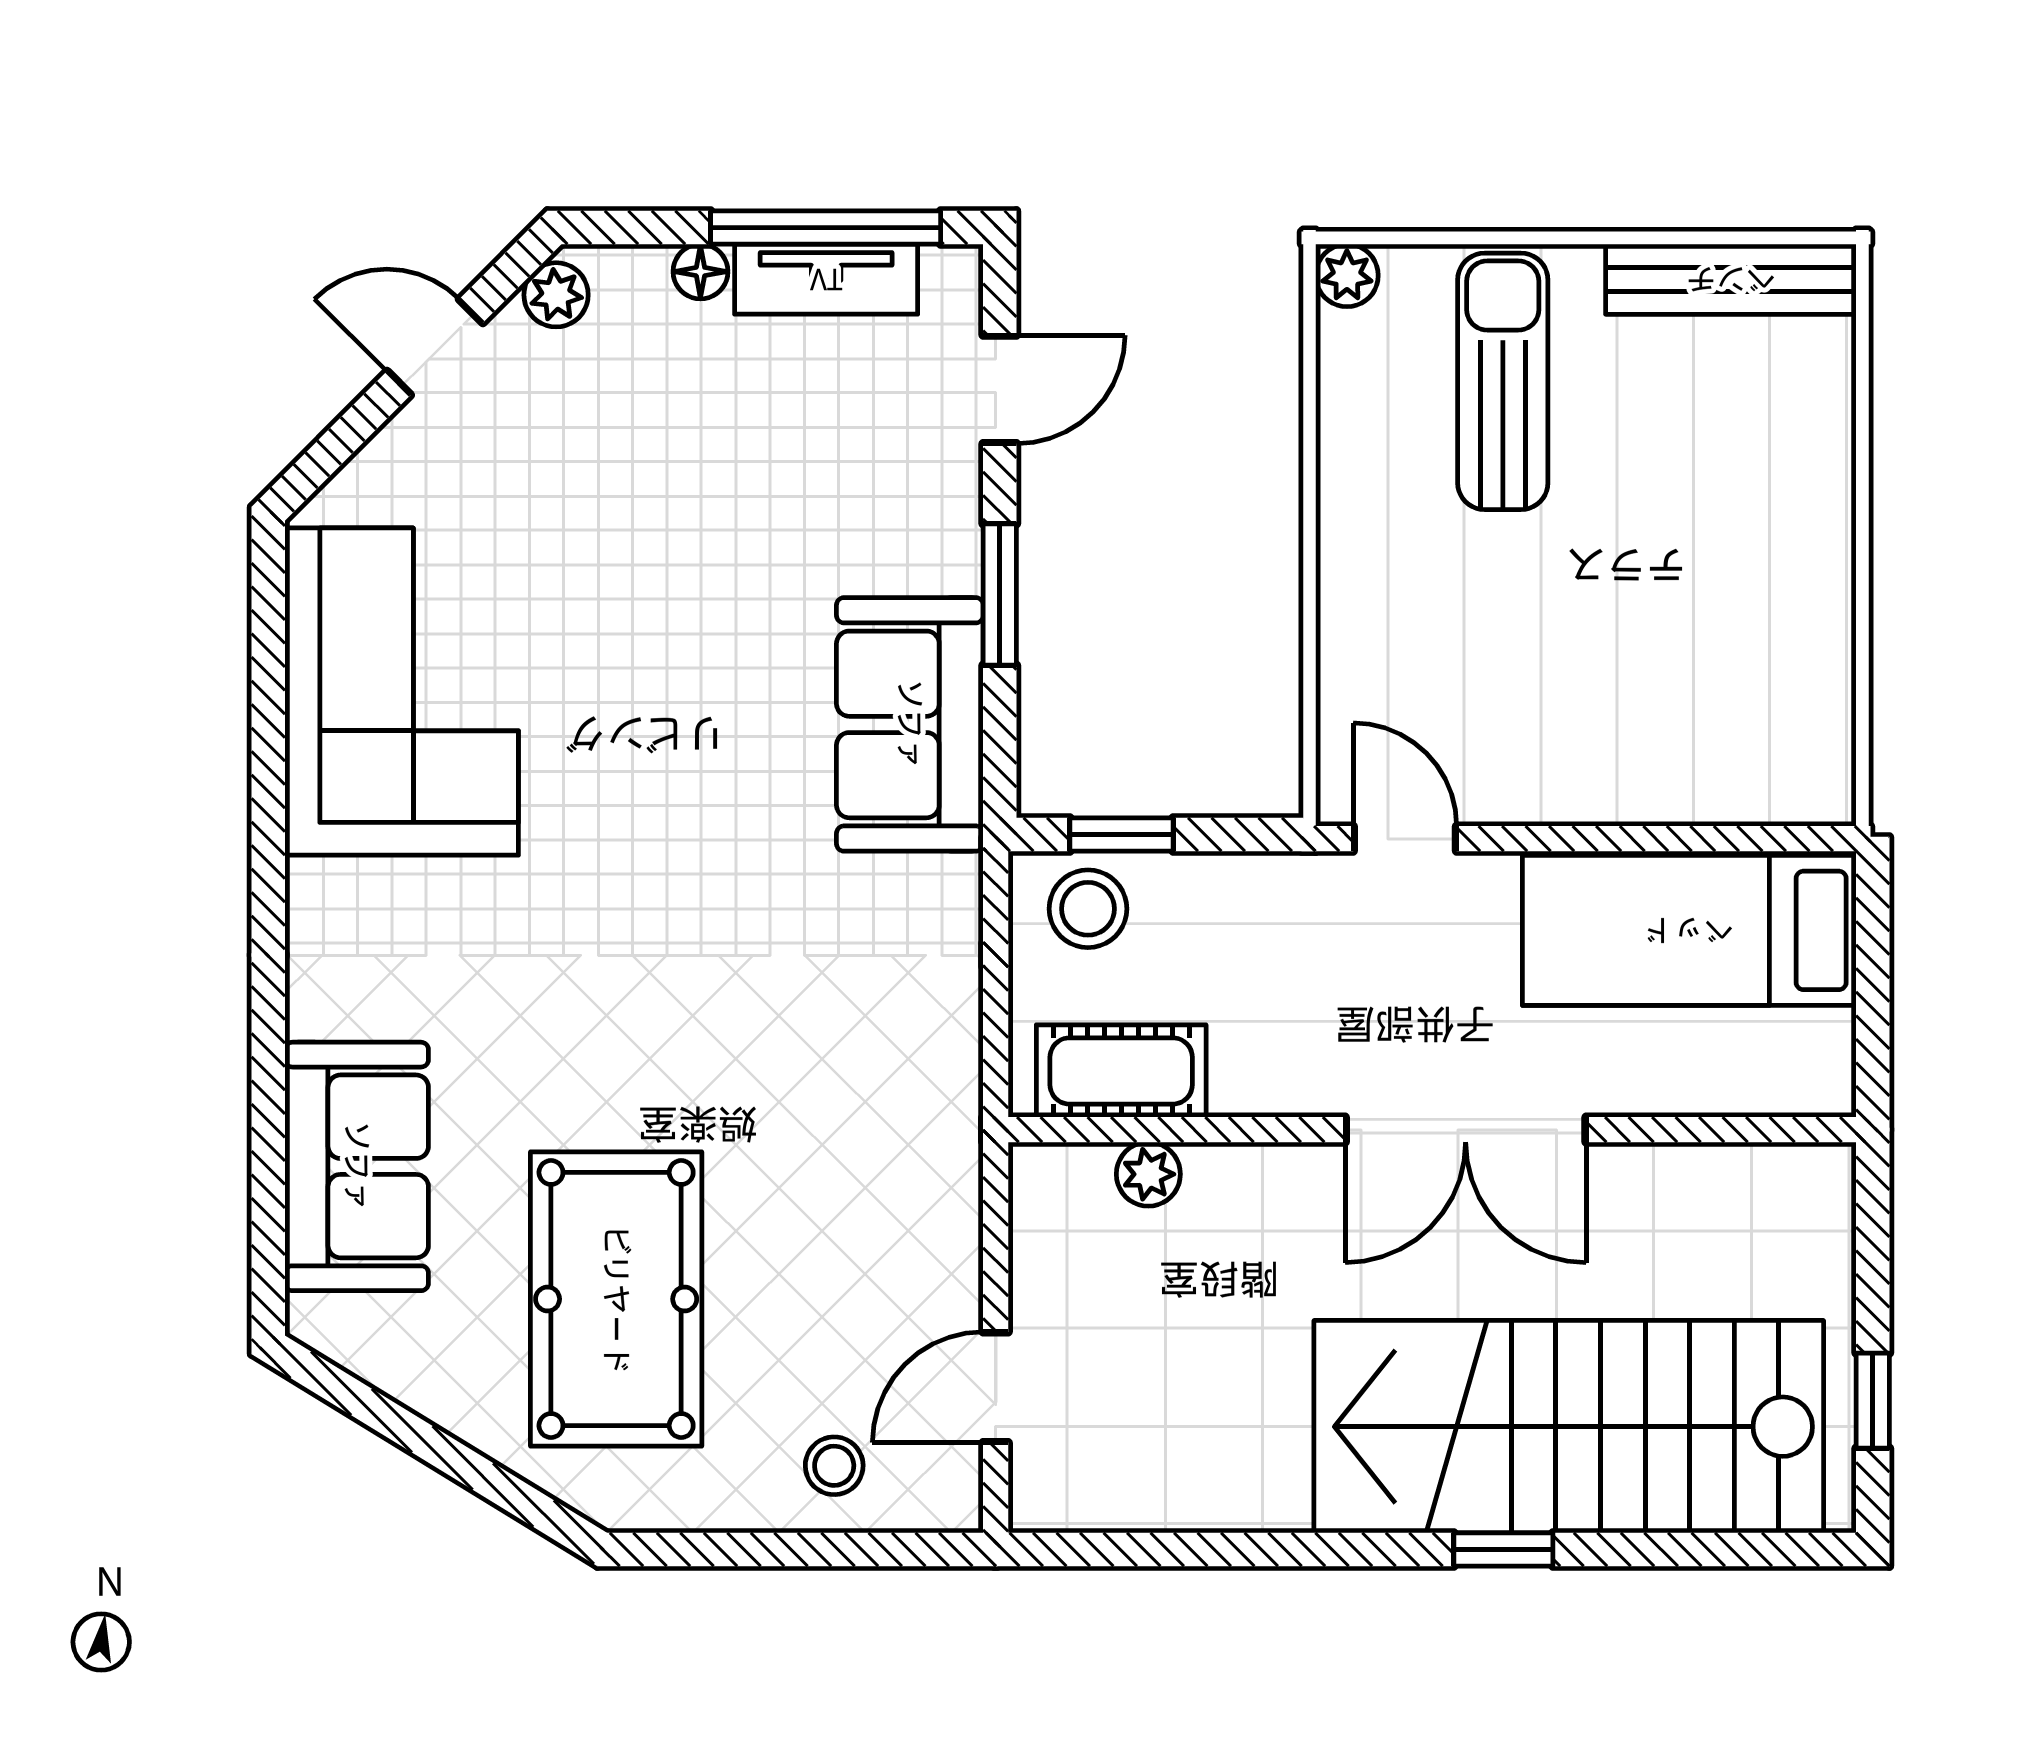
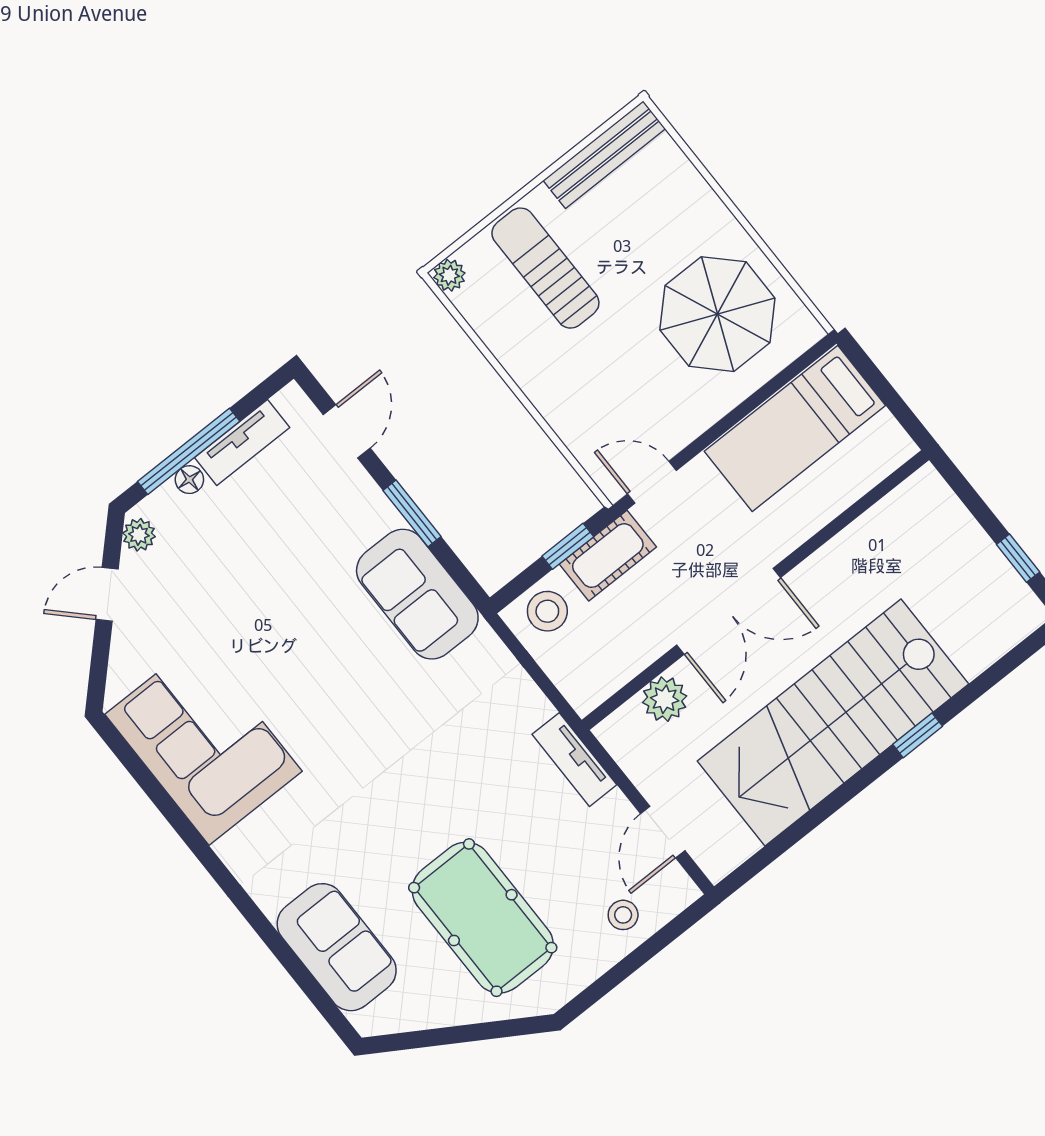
window: (826, 228) -> (189, 451), moved
parasol: (1710, 661) -> (717, 314), added
window: (1122, 834) -> (568, 546), moved
cot: (1121, 1071) -> (608, 556), moved
double door: (1466, 1130) -> (729, 611), moved
tv unit: (949, 1169) -> (574, 760), added
plant: (1148, 1174) -> (665, 699), width x1.38, depth x1.38
stairs: (1569, 1427) -> (833, 722), moved

